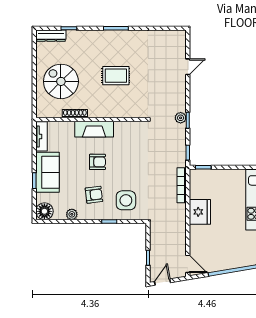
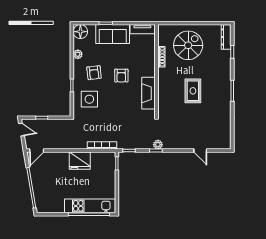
fireplace: (94, 129) -> (149, 93), moved

